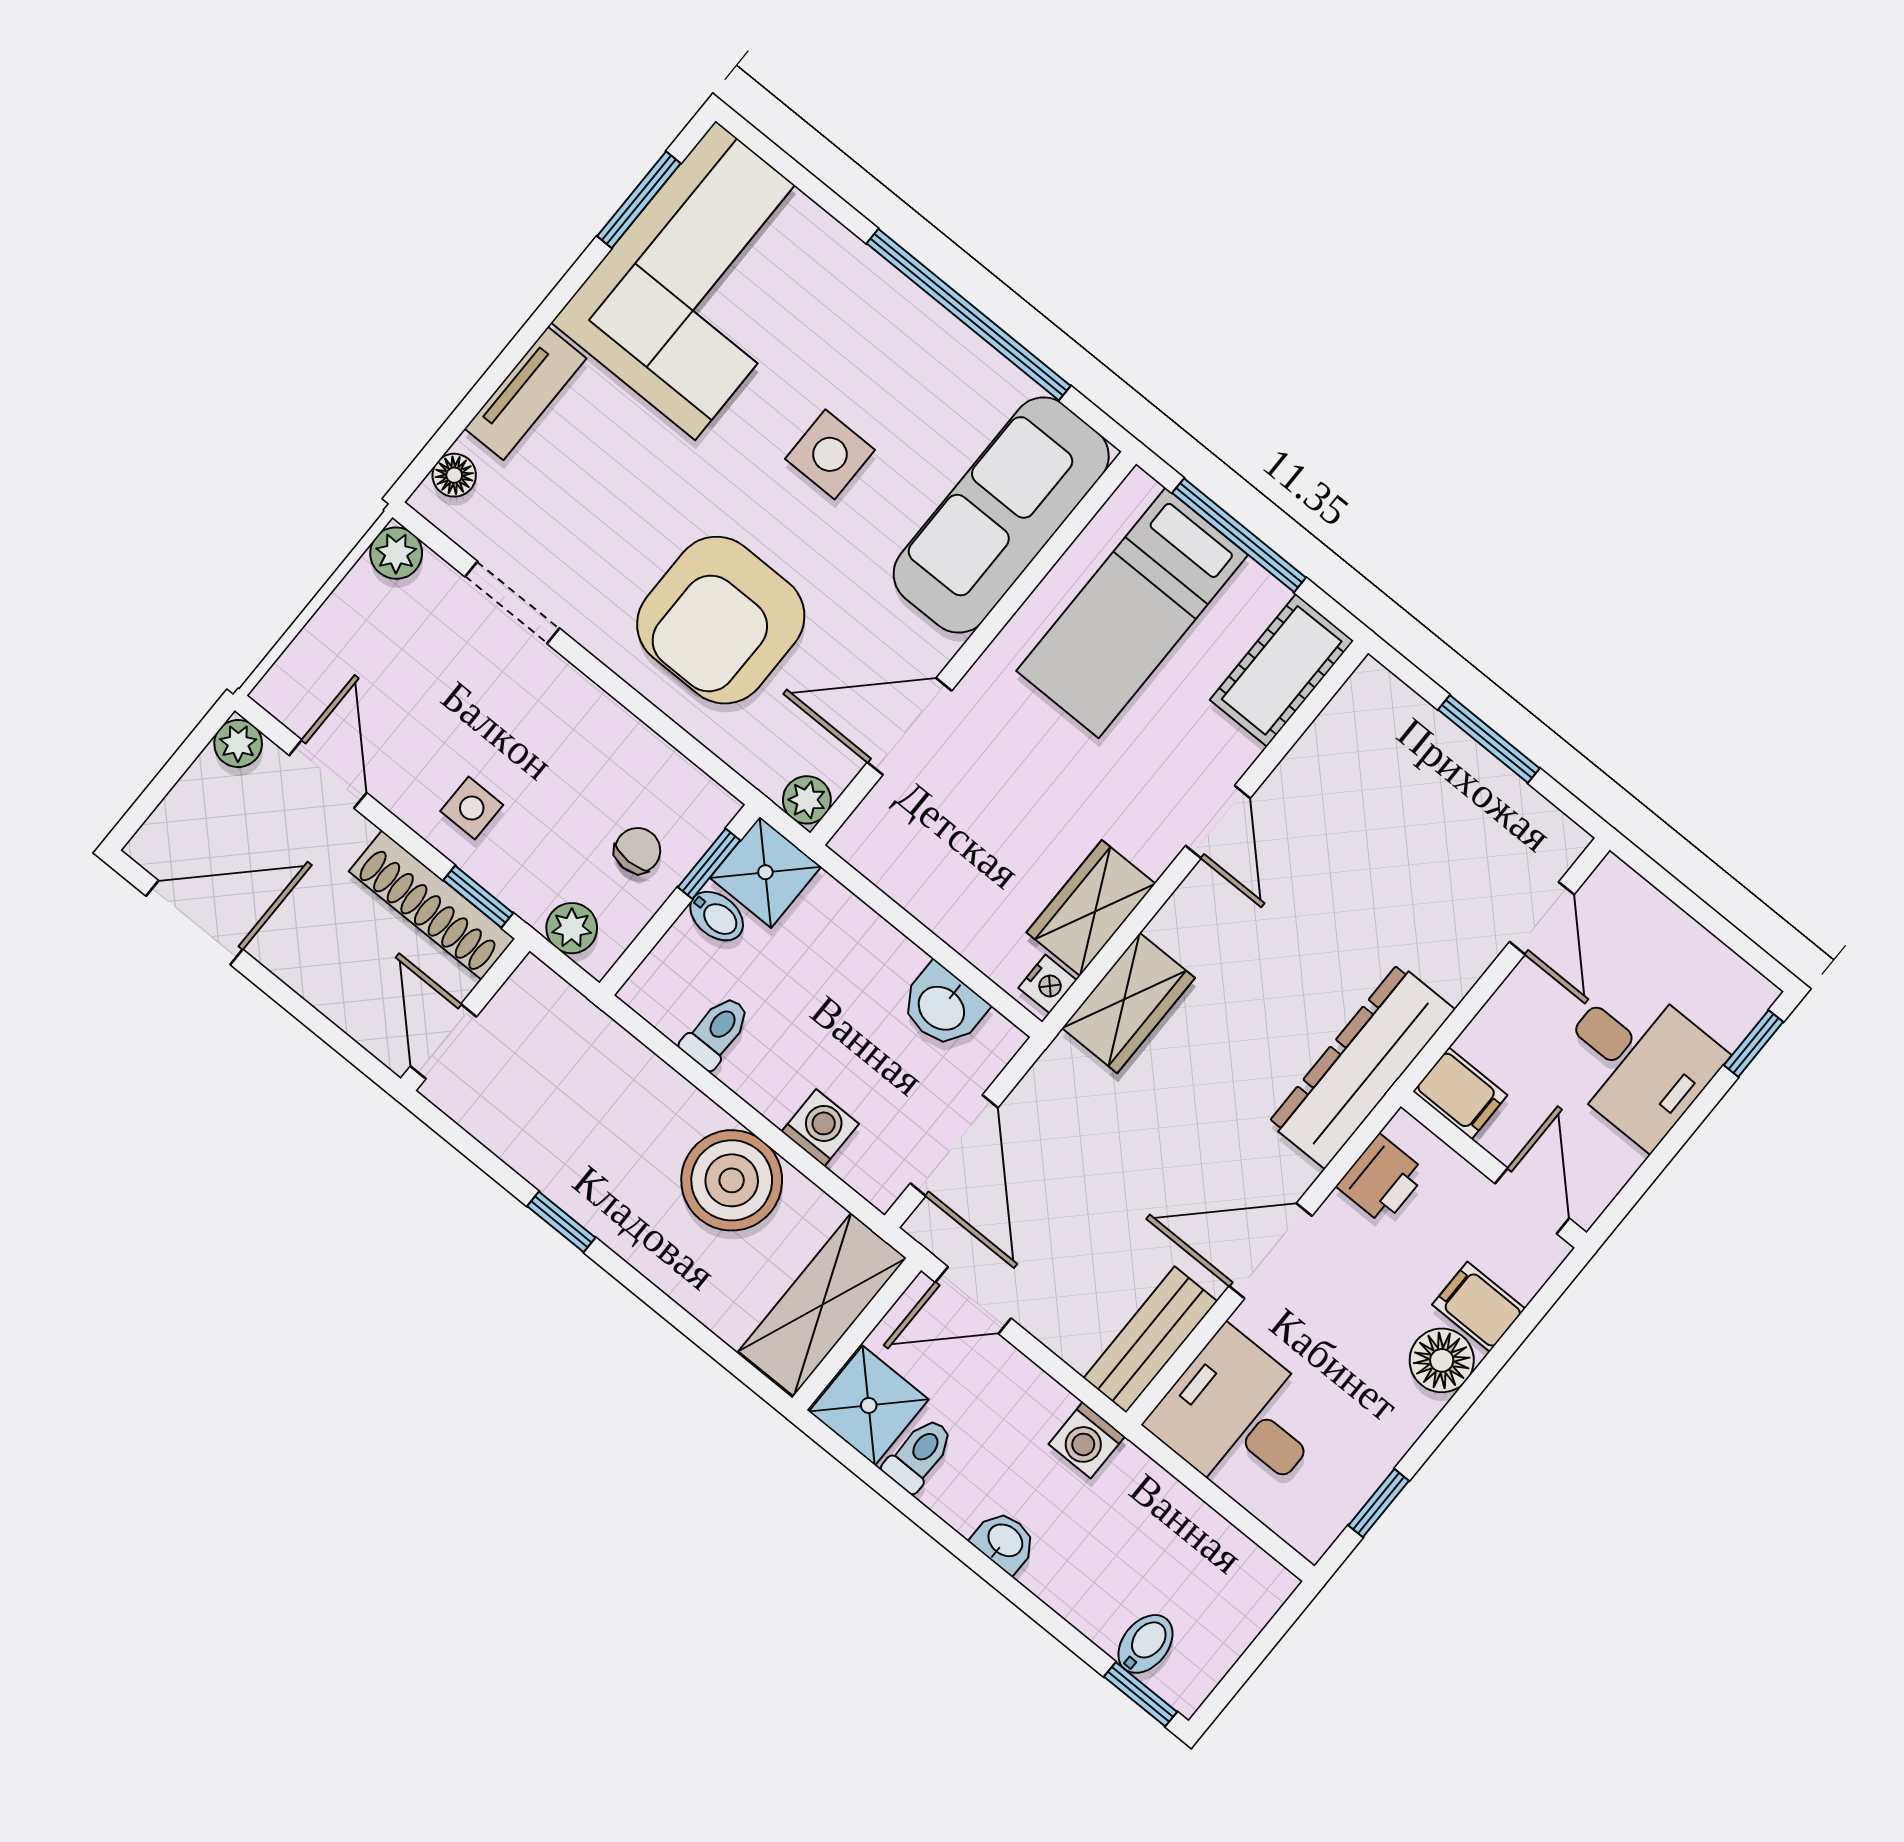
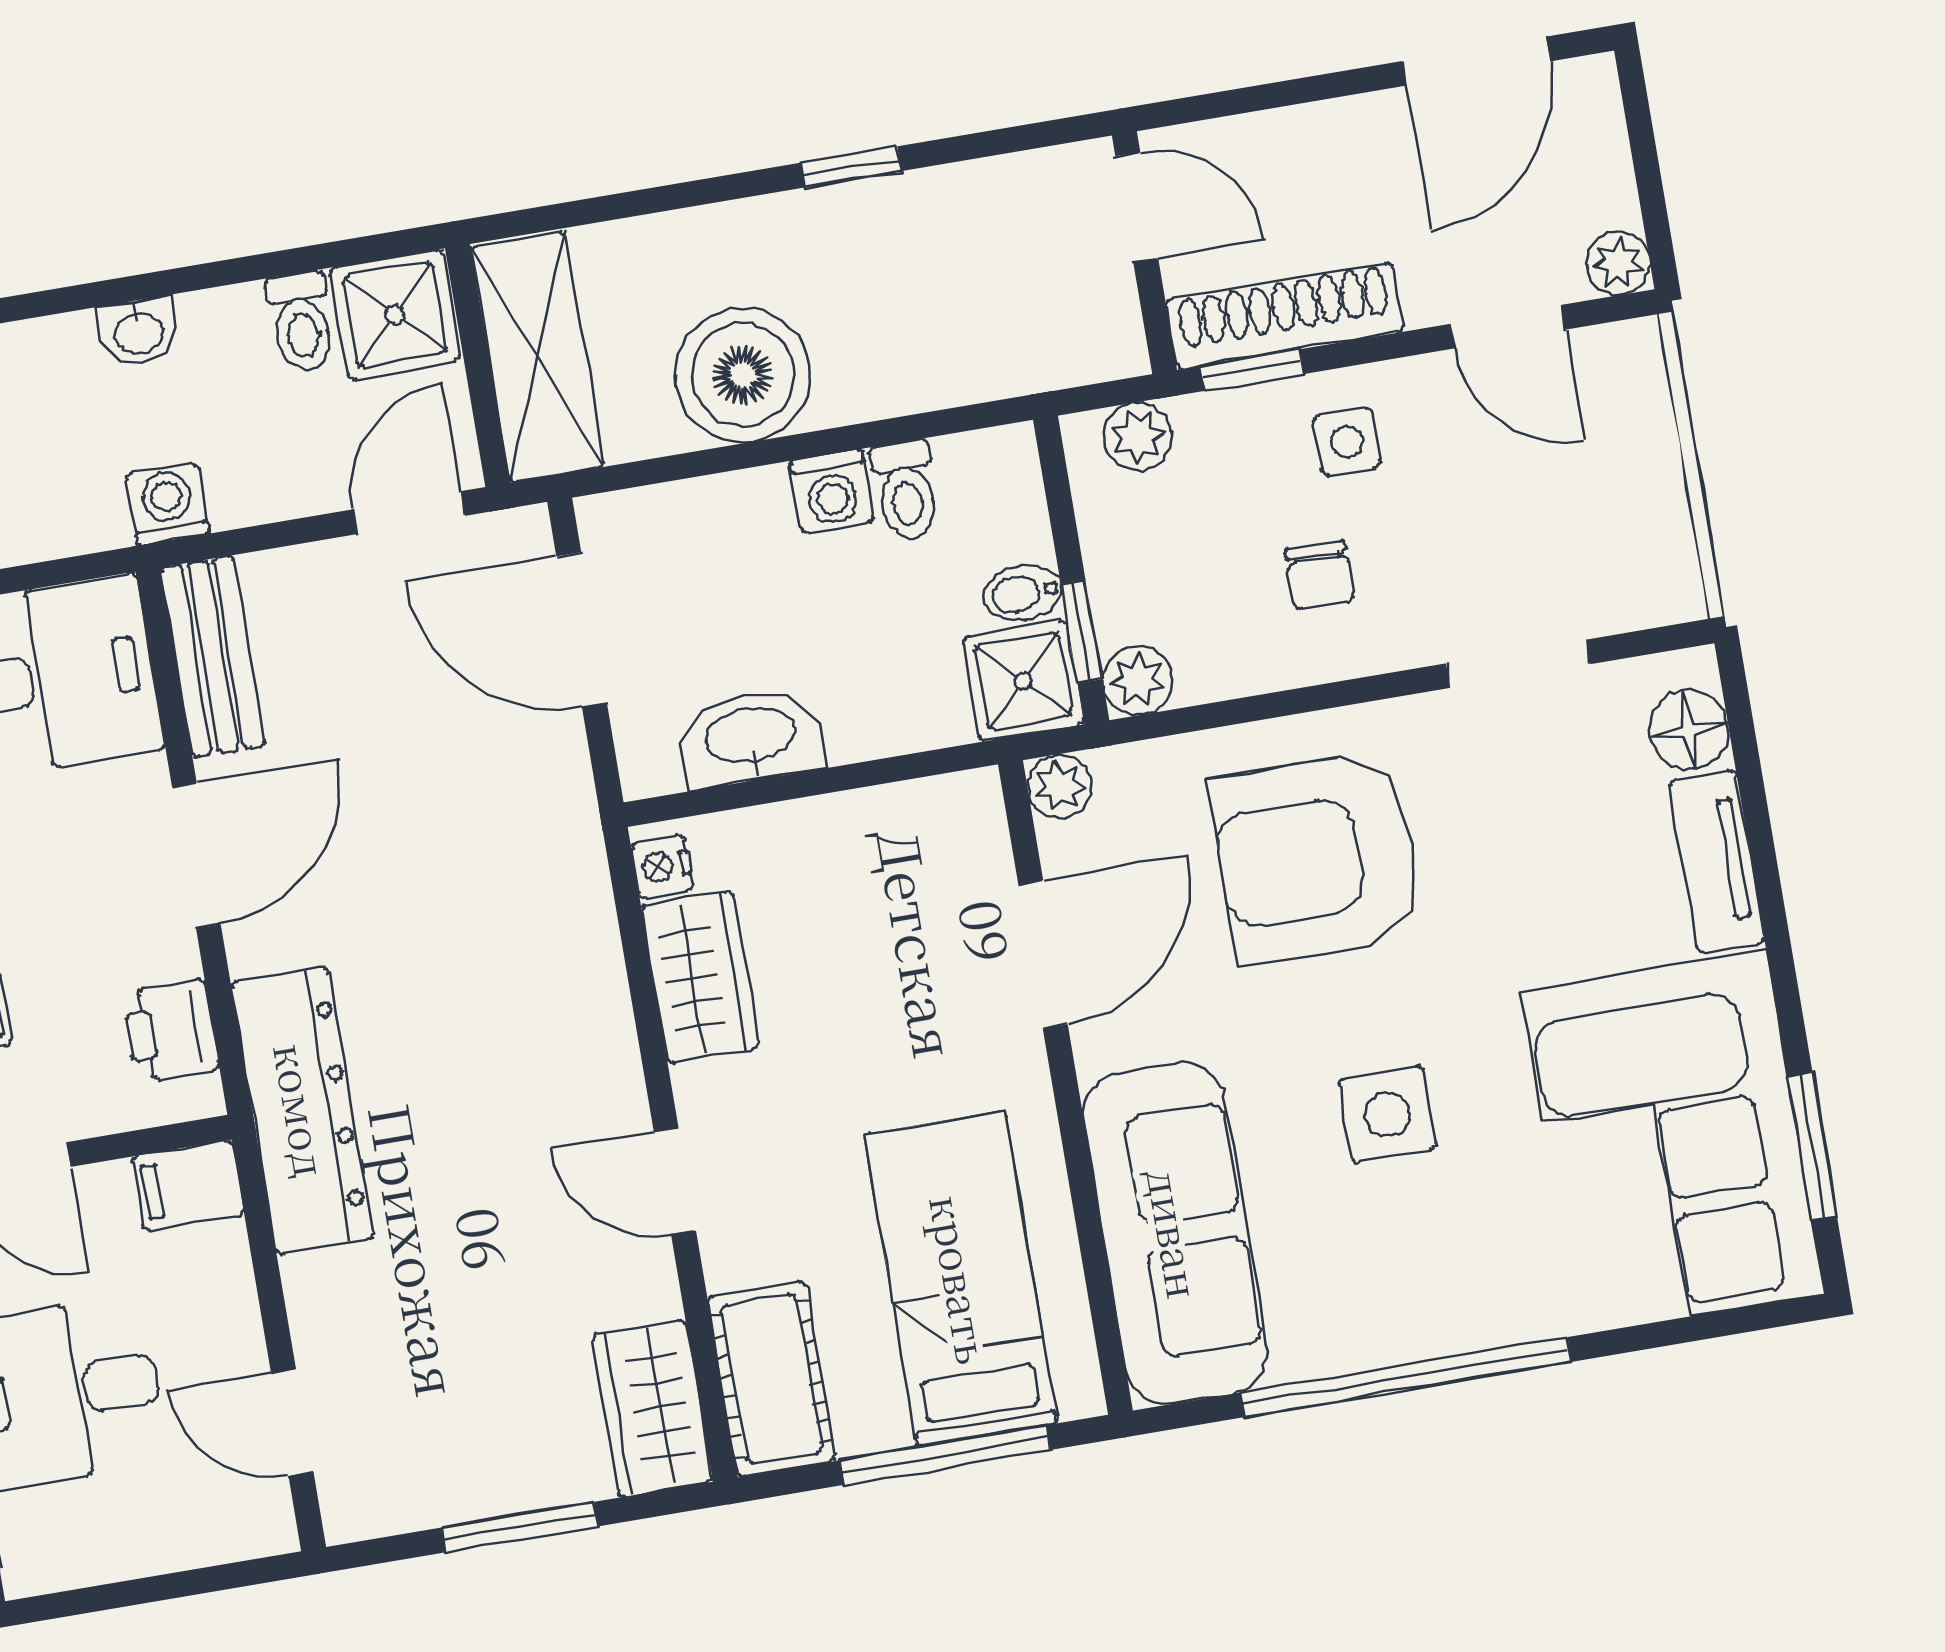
floor lamp: (454, 475) -> (1689, 730), width x1.37, depth x1.37
plant: (396, 553) -> (1138, 680), moved
armchair: (721, 620) -> (1317, 858), turned -90
chair: (638, 850) -> (1320, 575), moved
wardrobe: (1128, 1003) -> (652, 1408), moved
washbasin: (943, 1007) -> (751, 737), width x1.38
washing machine: (820, 1128) -> (832, 491), moved

